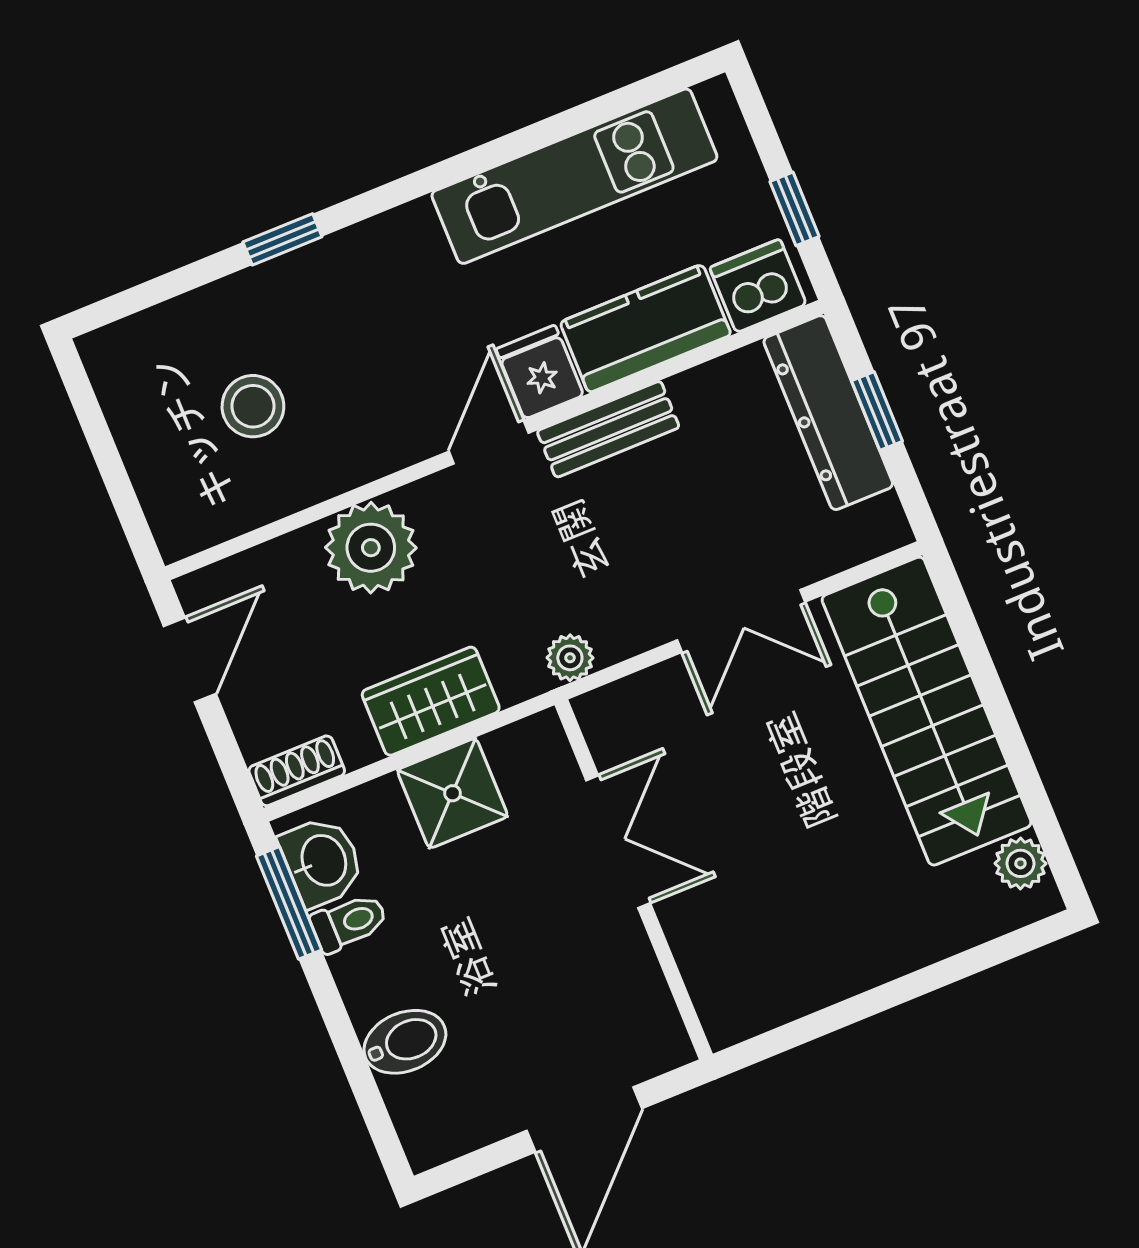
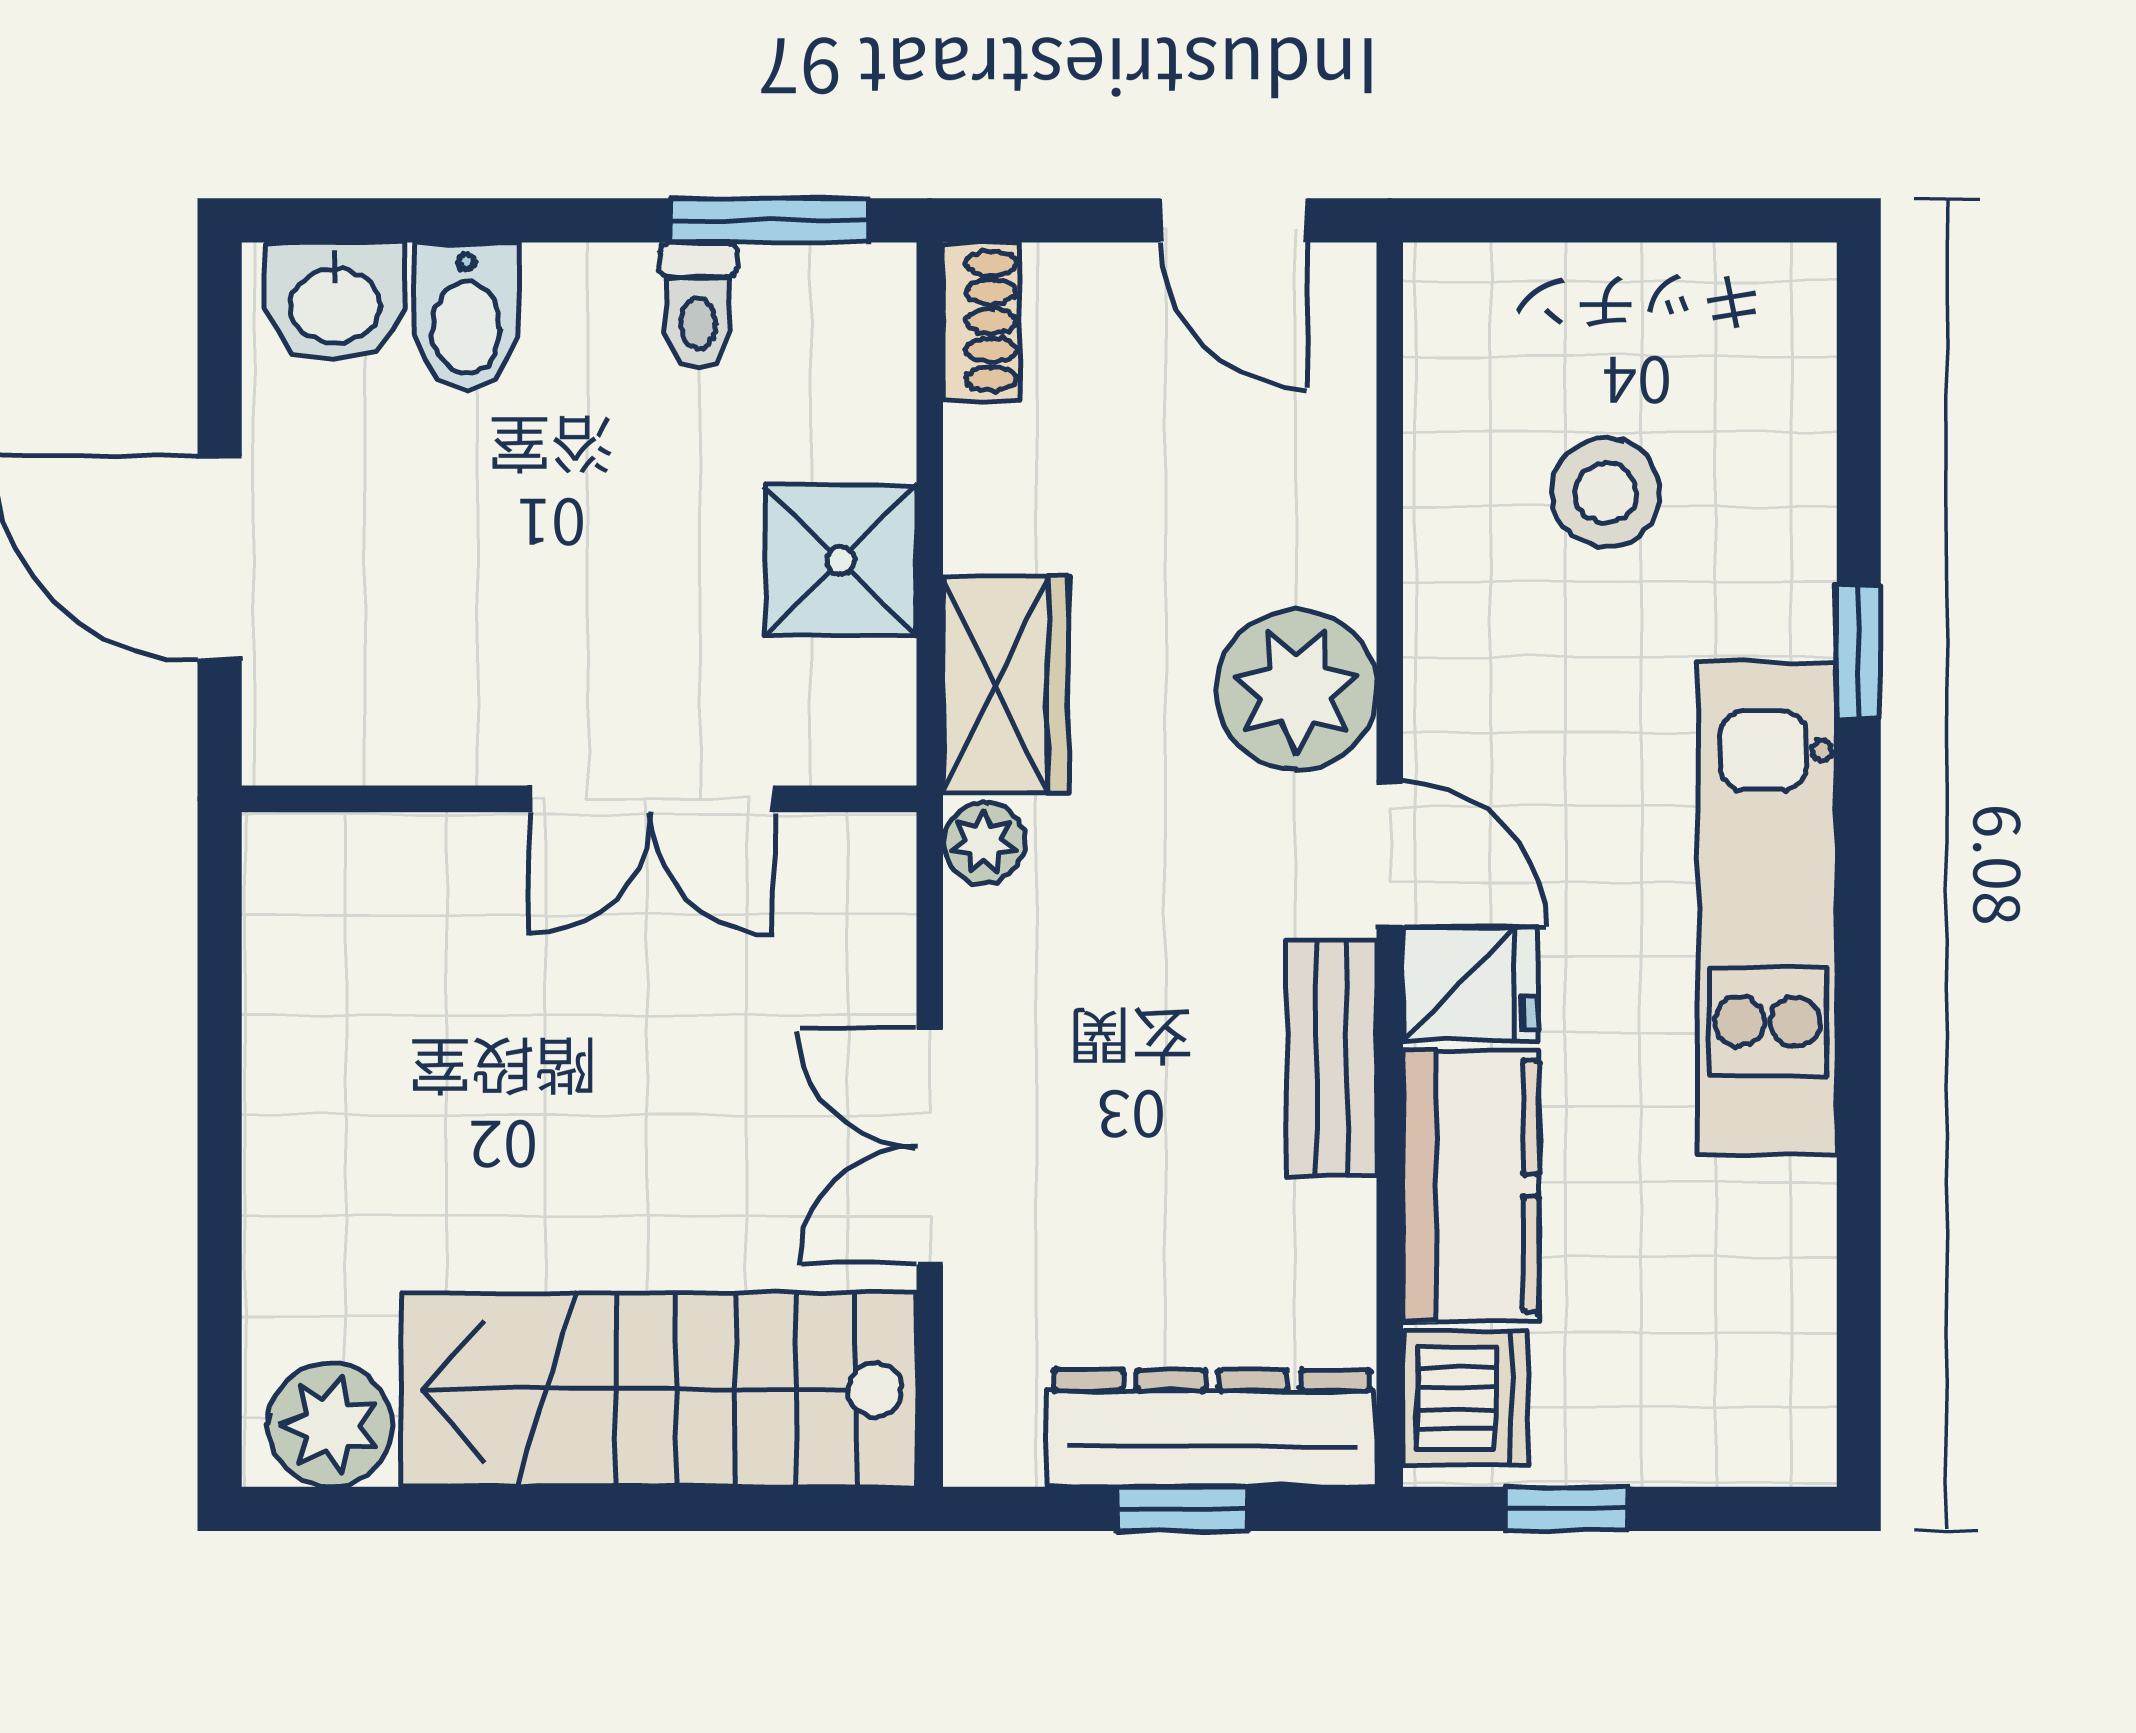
kitchen unit: (574, 176) -> (1767, 908), moved
plant: (371, 548) -> (1296, 690), moved
wardrobe: (431, 701) -> (1006, 685), moved
washbasin: (322, 861) -> (335, 302), moved
plant: (1020, 863) -> (330, 1425), width x1.38, depth x1.38

